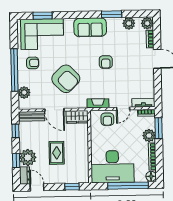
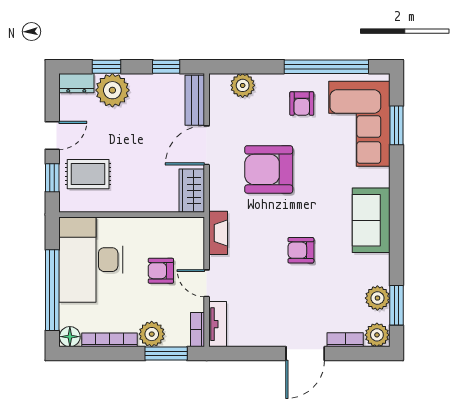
window: (112, 14) -> (396, 305), moved
window: (14, 70) -> (326, 67), moved
armchair: (66, 79) -> (269, 169), turned 45
armchair: (107, 119) -> (161, 271), moved
rug: (57, 153) -> (88, 174), moved
door: (37, 187) -> (52, 135), moved

